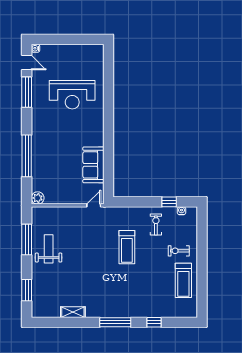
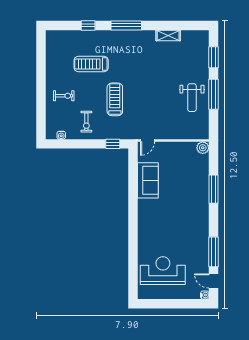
reception desk: (72, 95) -> (163, 271), moved
window: (27, 156) -> (213, 189), width x0.68
window: (169, 202) -> (113, 144), moved
window: (27, 239) -> (213, 94), moved
treadmill: (183, 280) -> (91, 64), moved, turned -90

